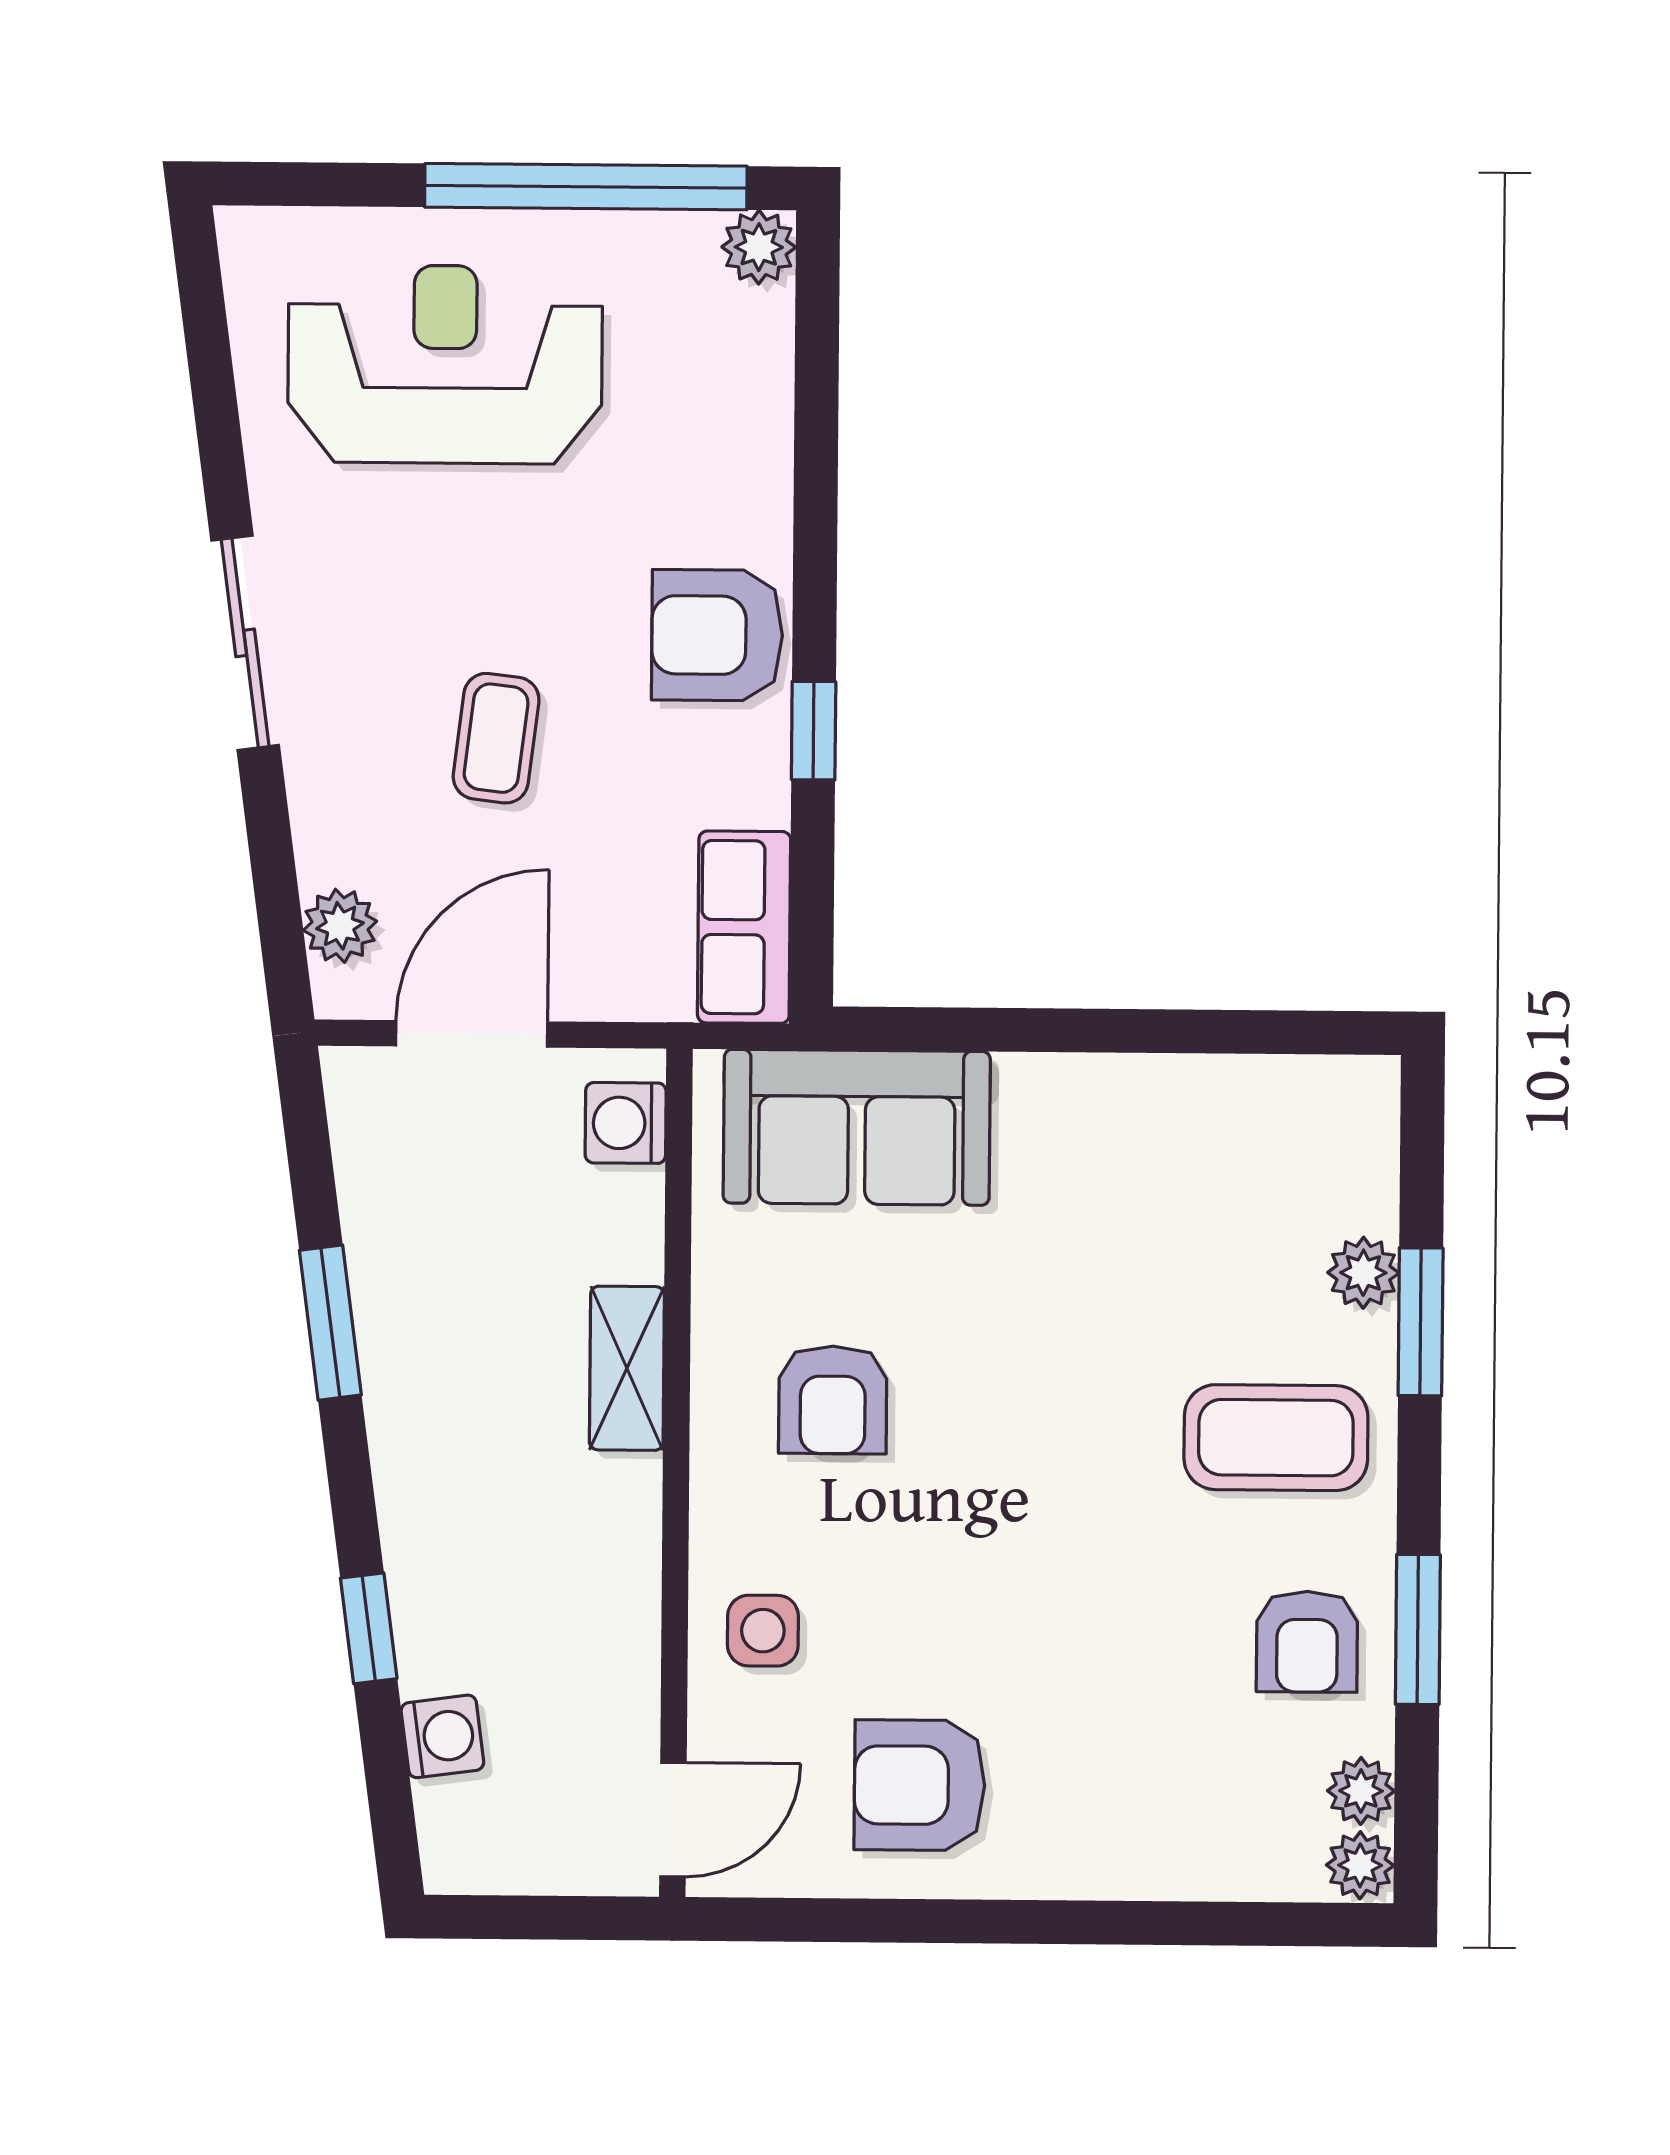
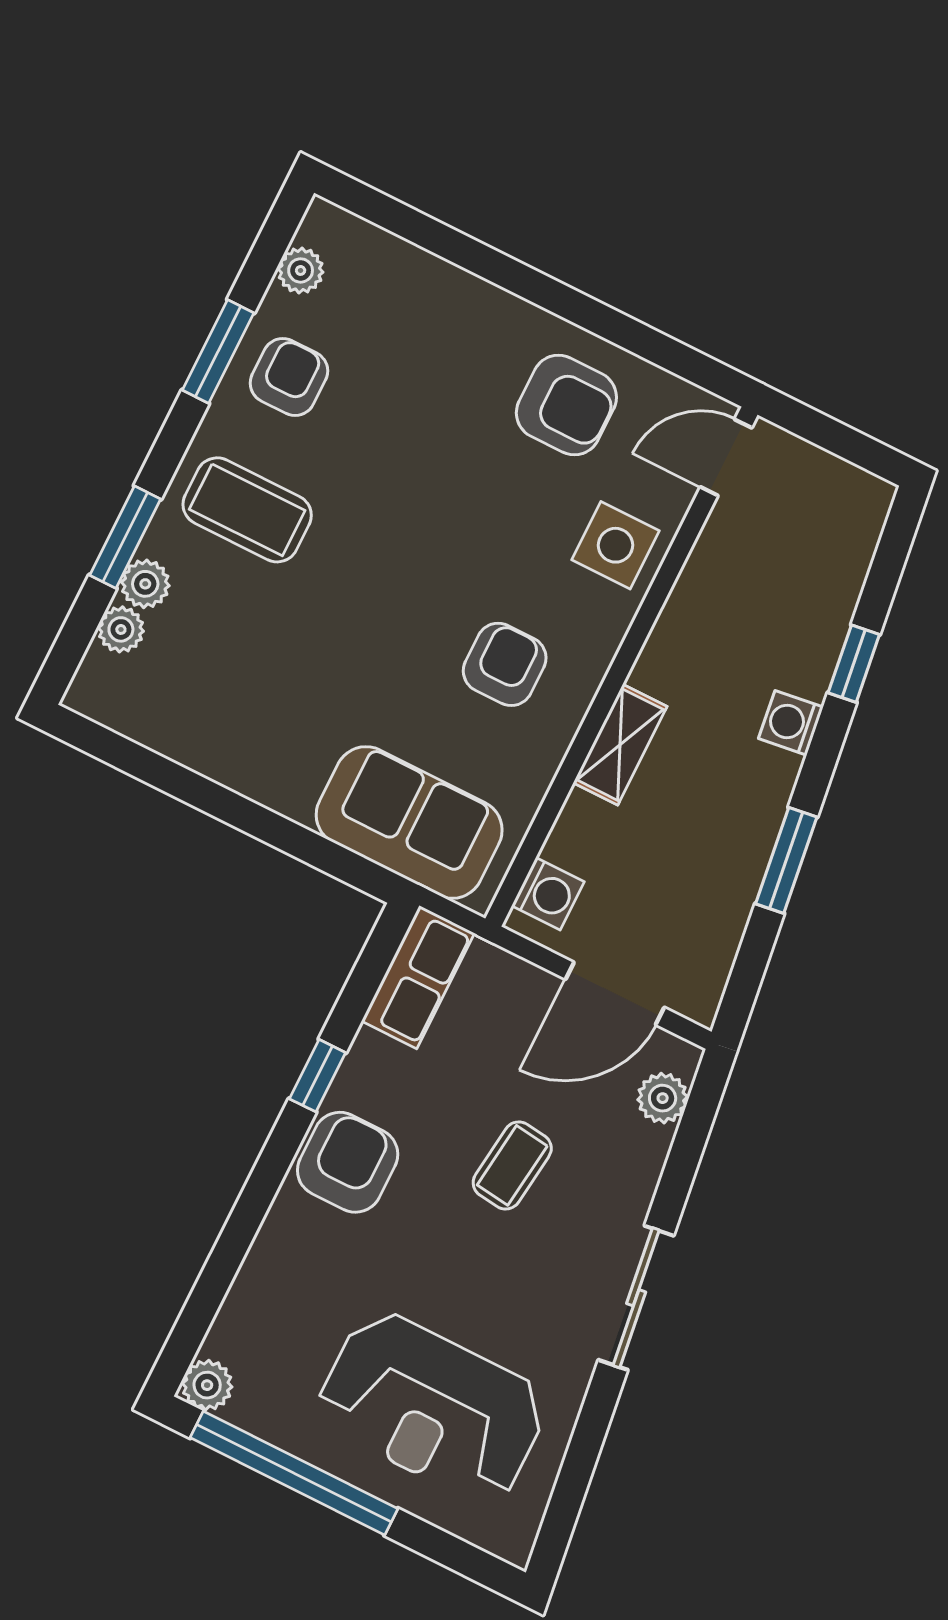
armchair: (717, 635) -> (348, 1162), turned -90
side table: (763, 1631) -> (615, 545), width x1.37, depth x1.37
washing machine: (442, 1736) -> (791, 723), moved
plant: (1360, 1865) -> (121, 629), moved

